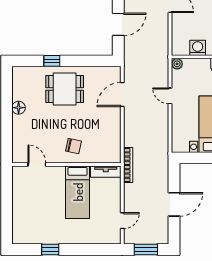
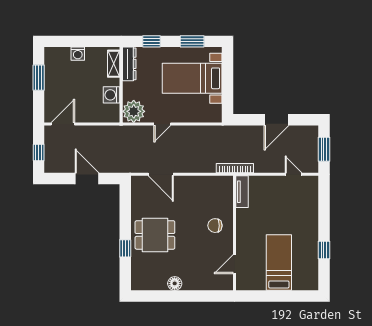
plant: (177, 64) -> (134, 111), width x1.88, depth x1.88
dining table: (65, 89) -> (155, 235), turned 90
chair: (74, 146) -> (215, 226), turned -102
bed: (78, 192) -> (279, 262), moved, turned -90
door: (174, 204) -> (276, 120), swing flipped

